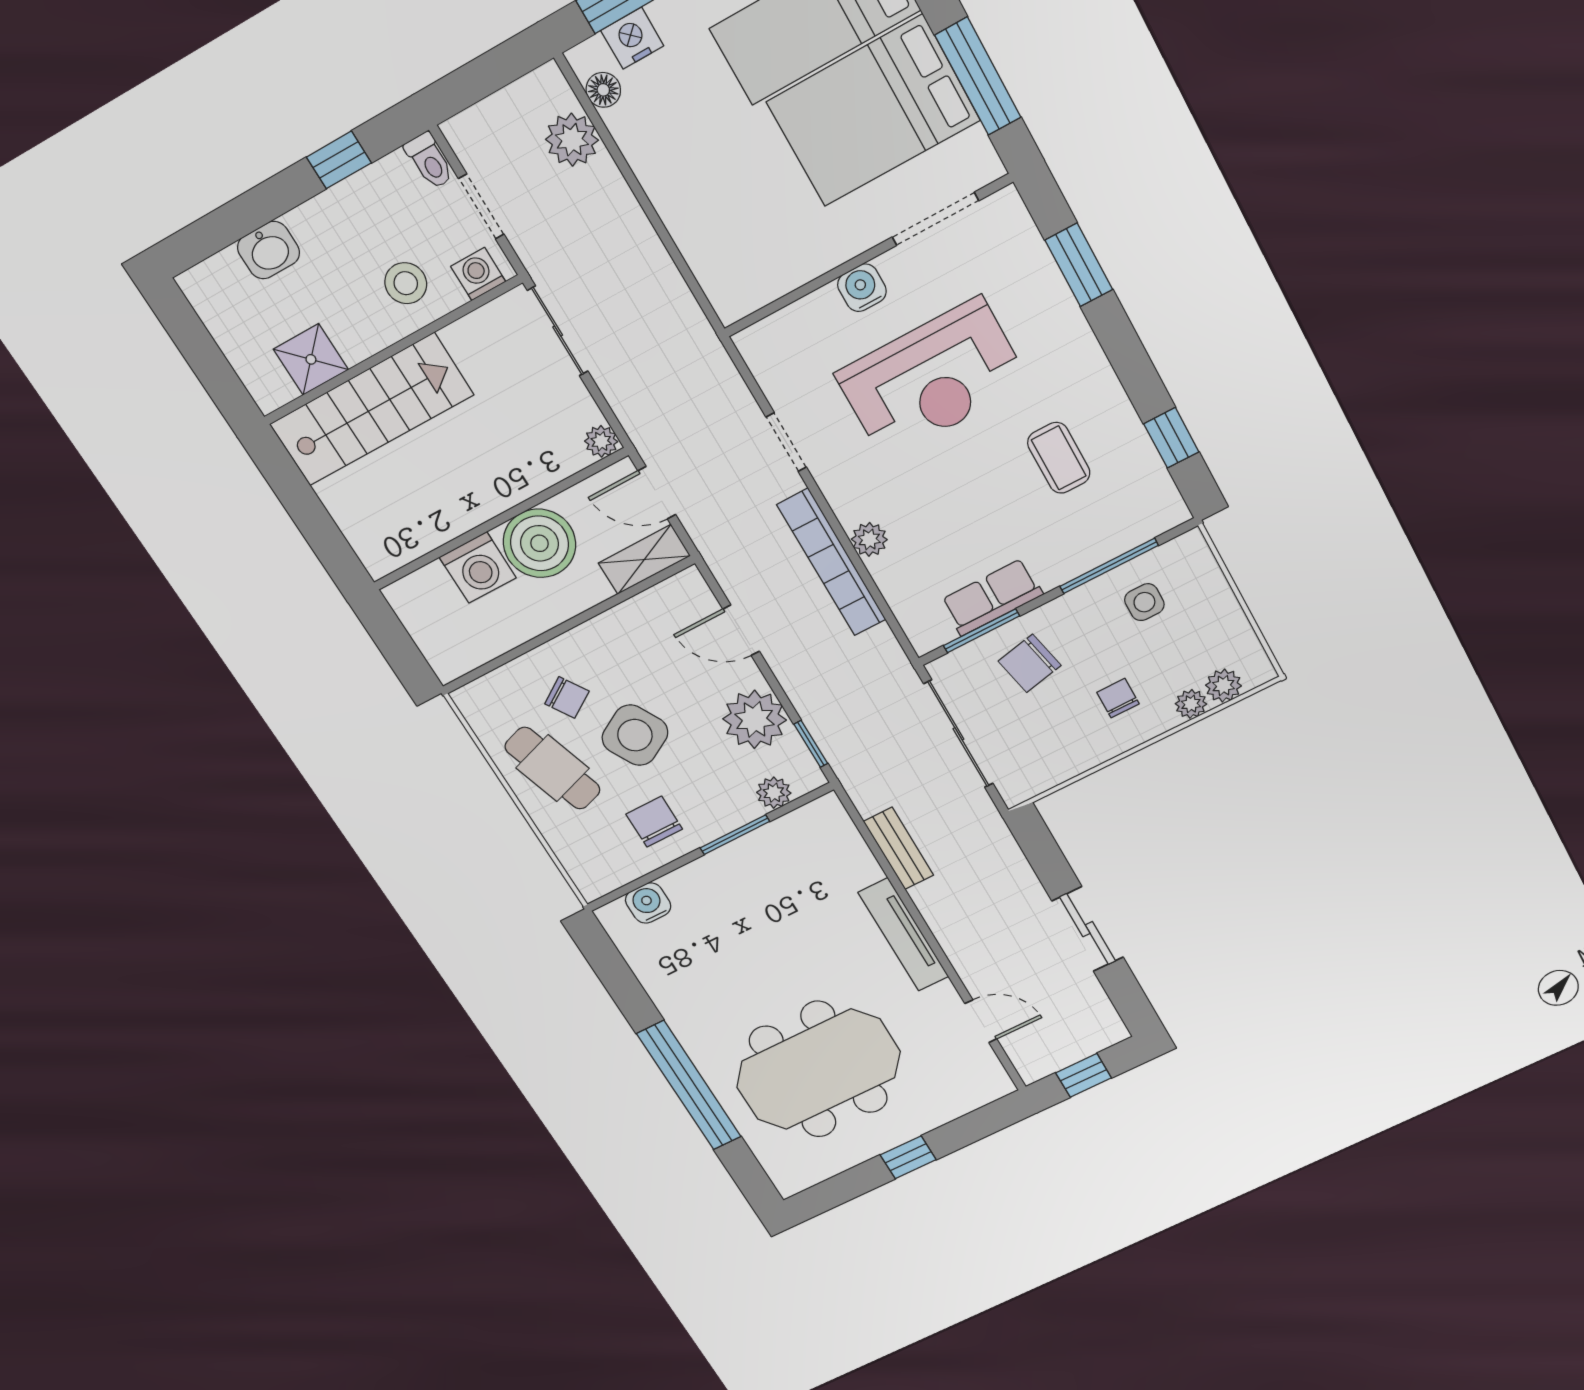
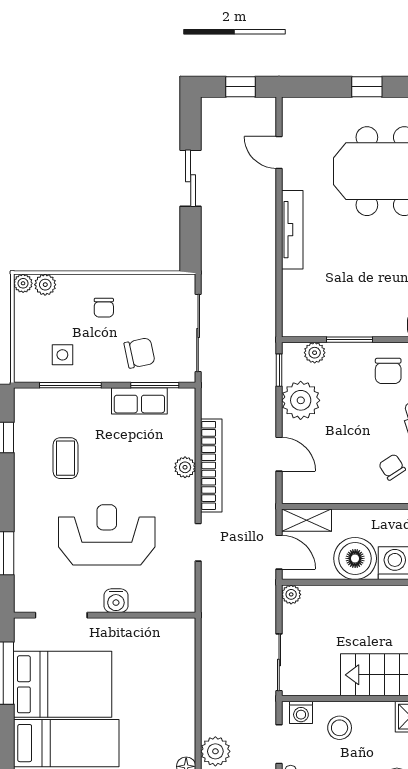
plant: (1191, 704) -> (23, 283), moved
side table: (635, 735) -> (369, 426), removed
bench: (898, 848) -> (266, 283), removed

